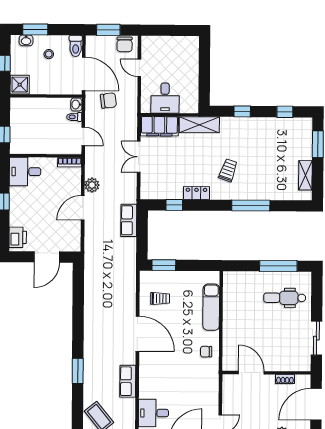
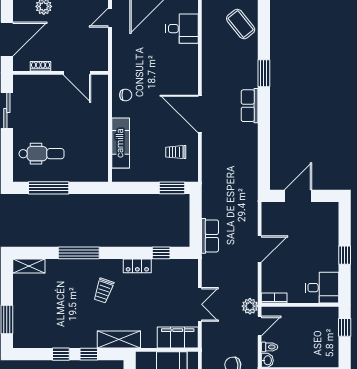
window: (285, 112) -> (61, 354), moved
shelving: (199, 125) -> (119, 339), moved
door: (83, 136) -> (260, 326), swing flipped
shelving: (305, 175) -> (29, 266), moved, turned 90
plant: (92, 185) -> (250, 306), moved
printer: (18, 237) -> (330, 217), removed
row of seats: (128, 381) -> (250, 106), moved, turned 180

